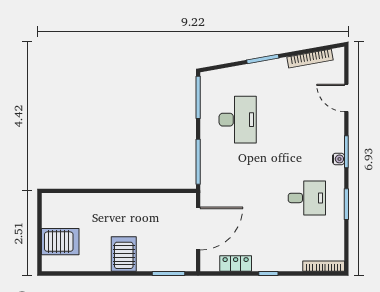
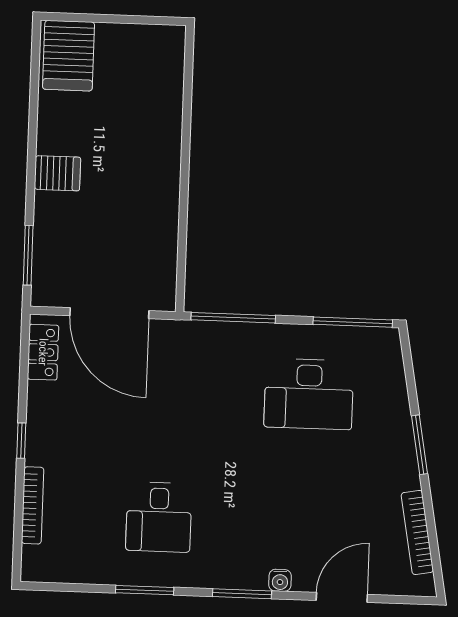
water cooler: (339, 159) -> (280, 580), moved
server rack: (60, 242) -> (69, 56), moved
server rack: (124, 254) -> (57, 173), width x0.73, depth x0.70
locker: (236, 264) -> (43, 352), moved
bookcase: (324, 266) -> (33, 505), moved

